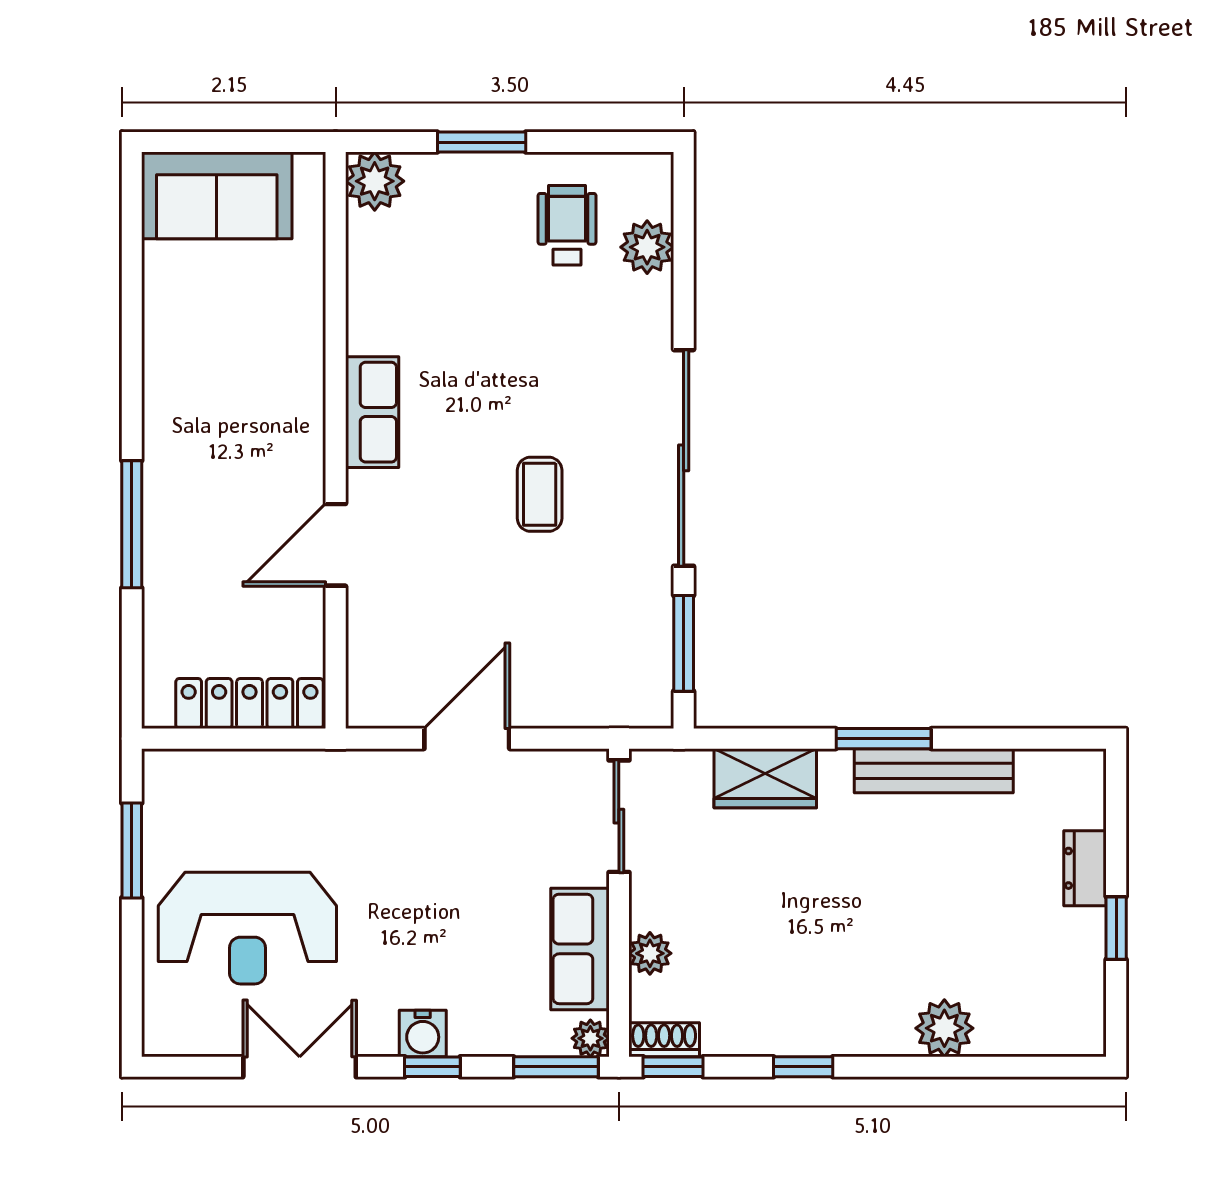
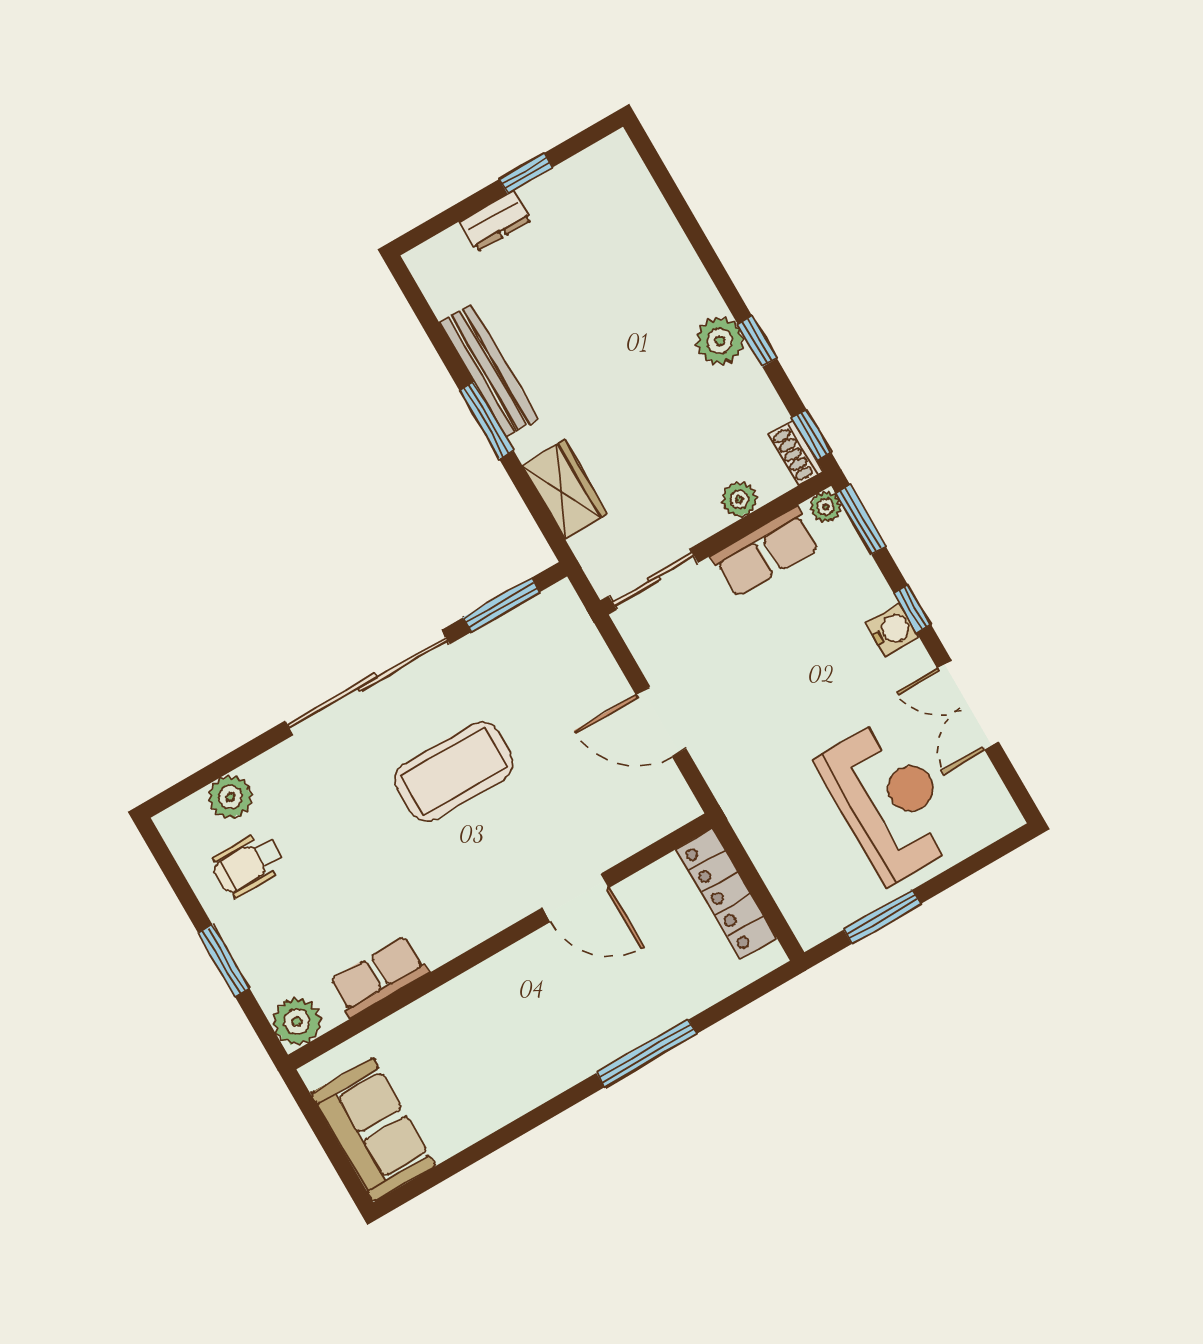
row of seats: (372, 412) -> (379, 977), moved
coffee table: (540, 494) -> (454, 771), width x1.86, depth x1.72
plant: (944, 1028) -> (720, 341), moved

